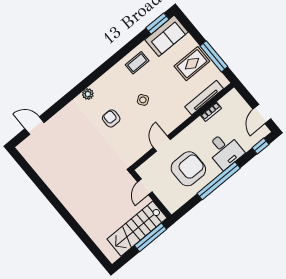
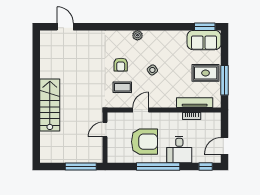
coffee table: (137, 63) -> (122, 87), moved
plant: (88, 94) -> (137, 35), moved
armchair: (111, 118) -> (121, 65), turned 180
stairs: (137, 229) -> (50, 105), moved, turned 90

